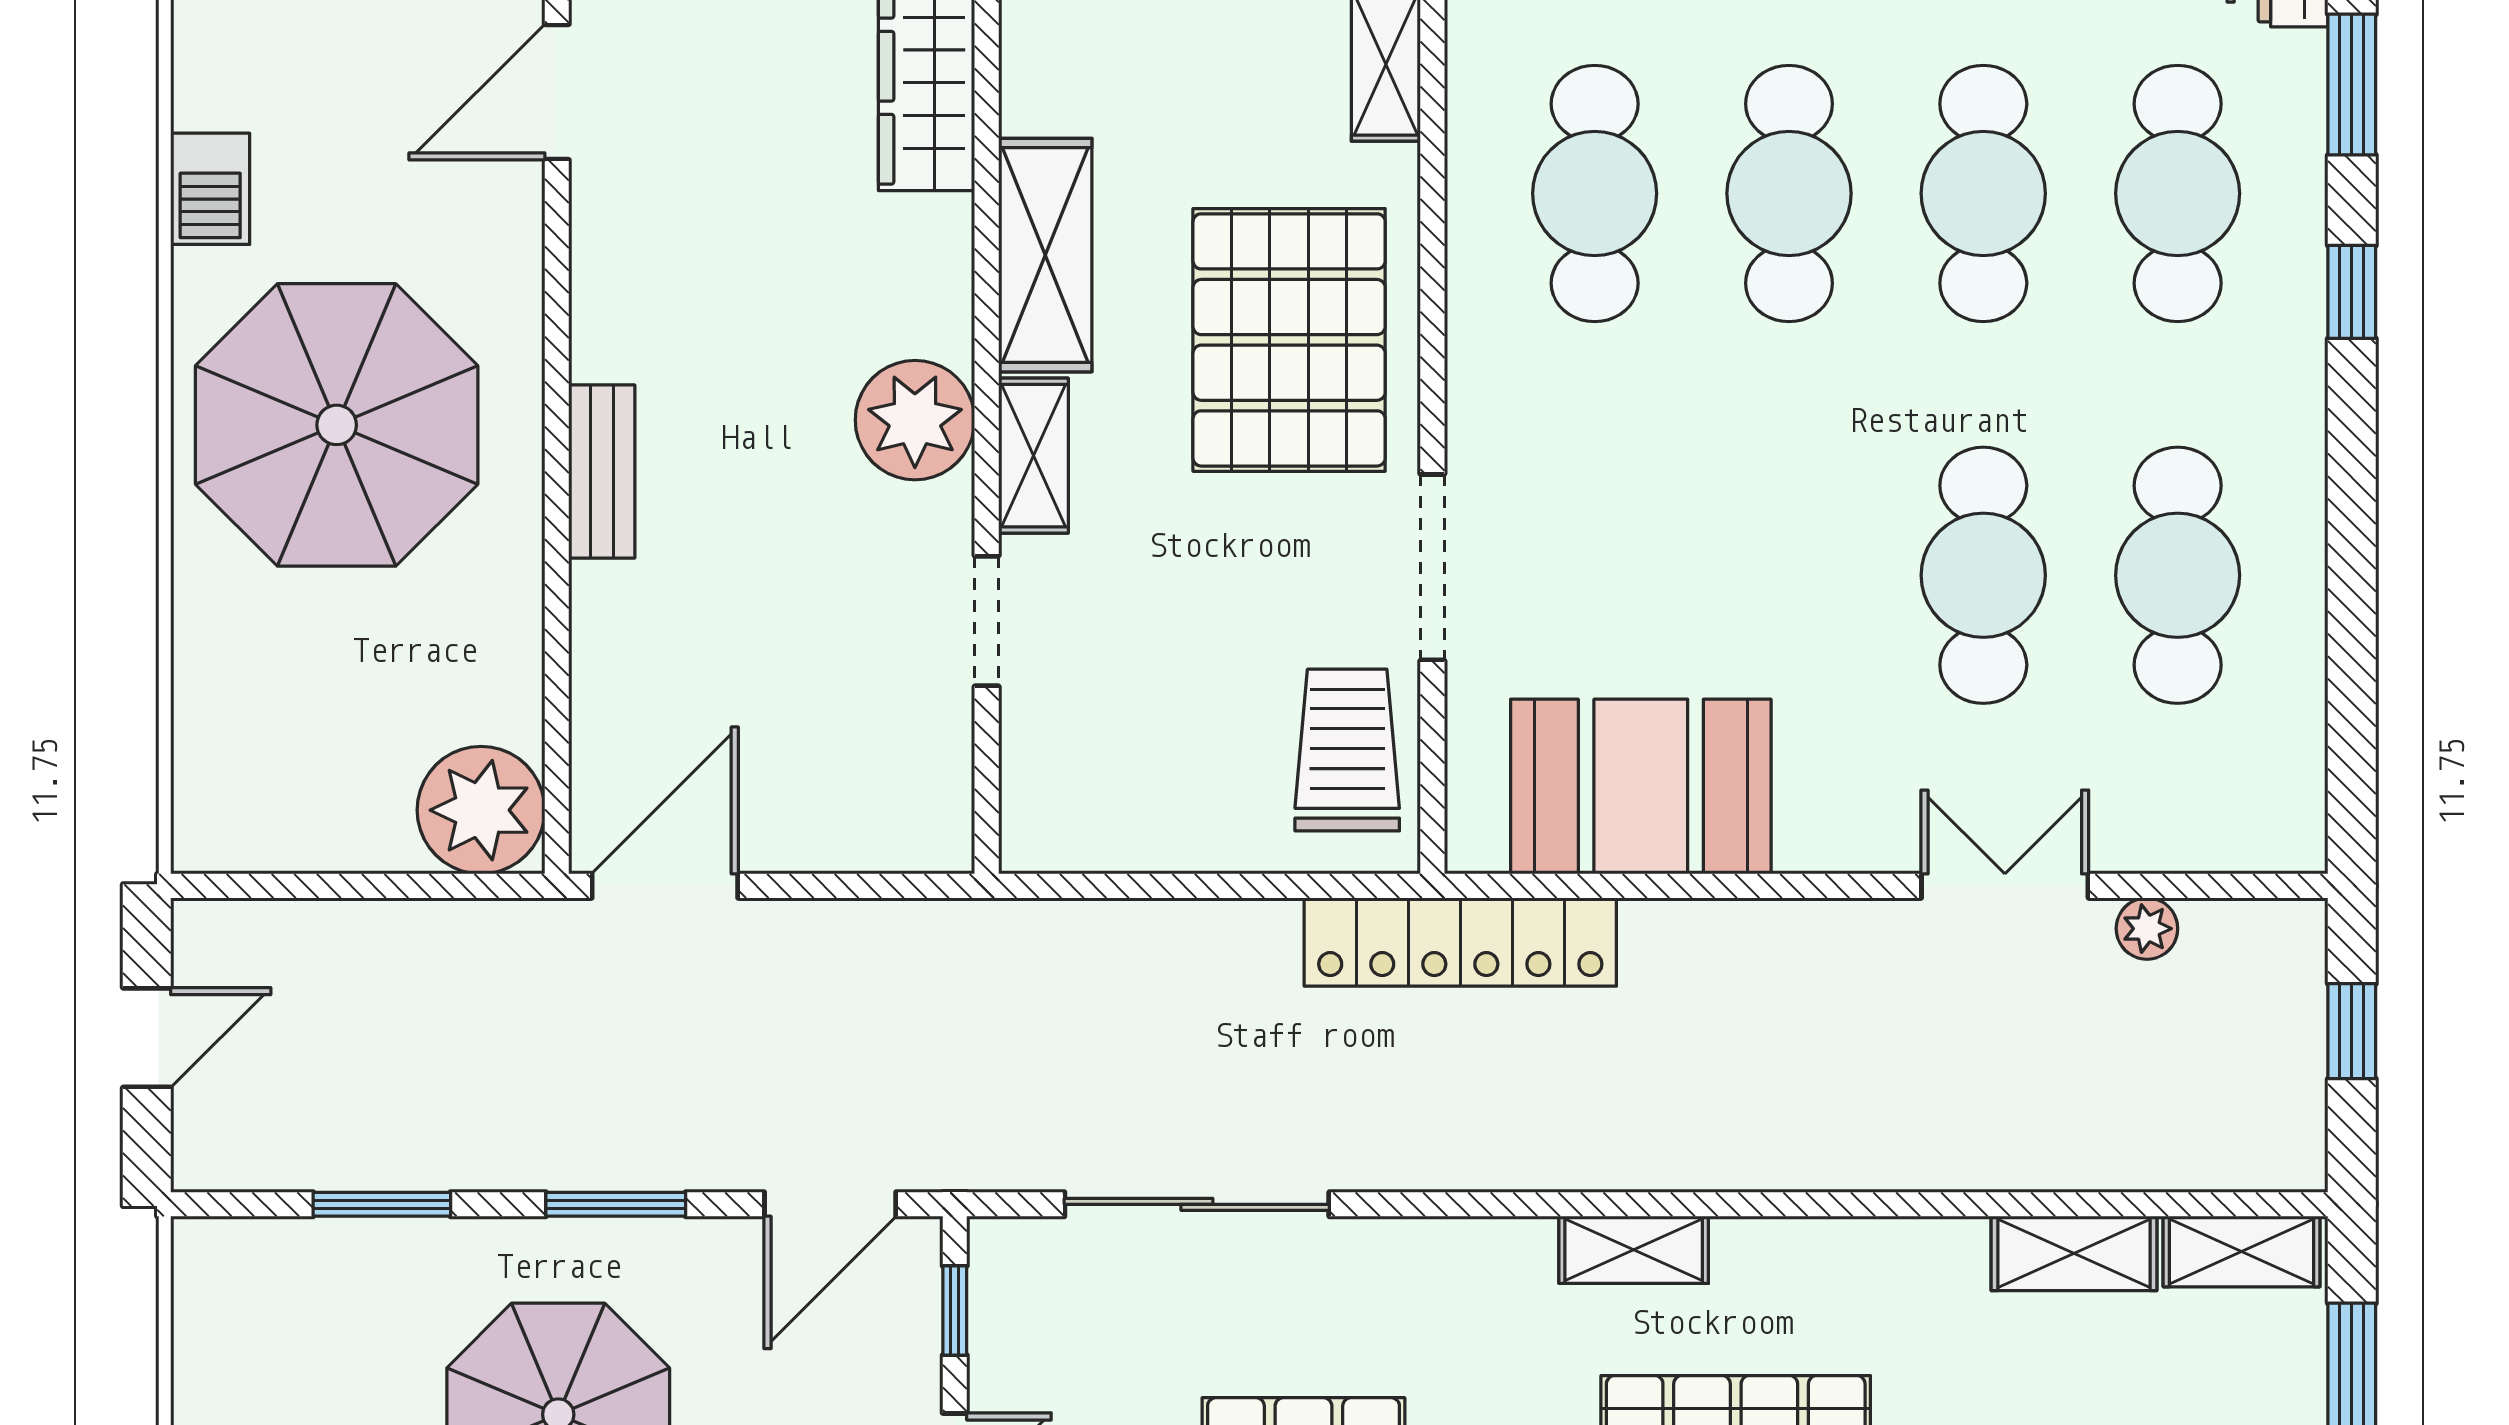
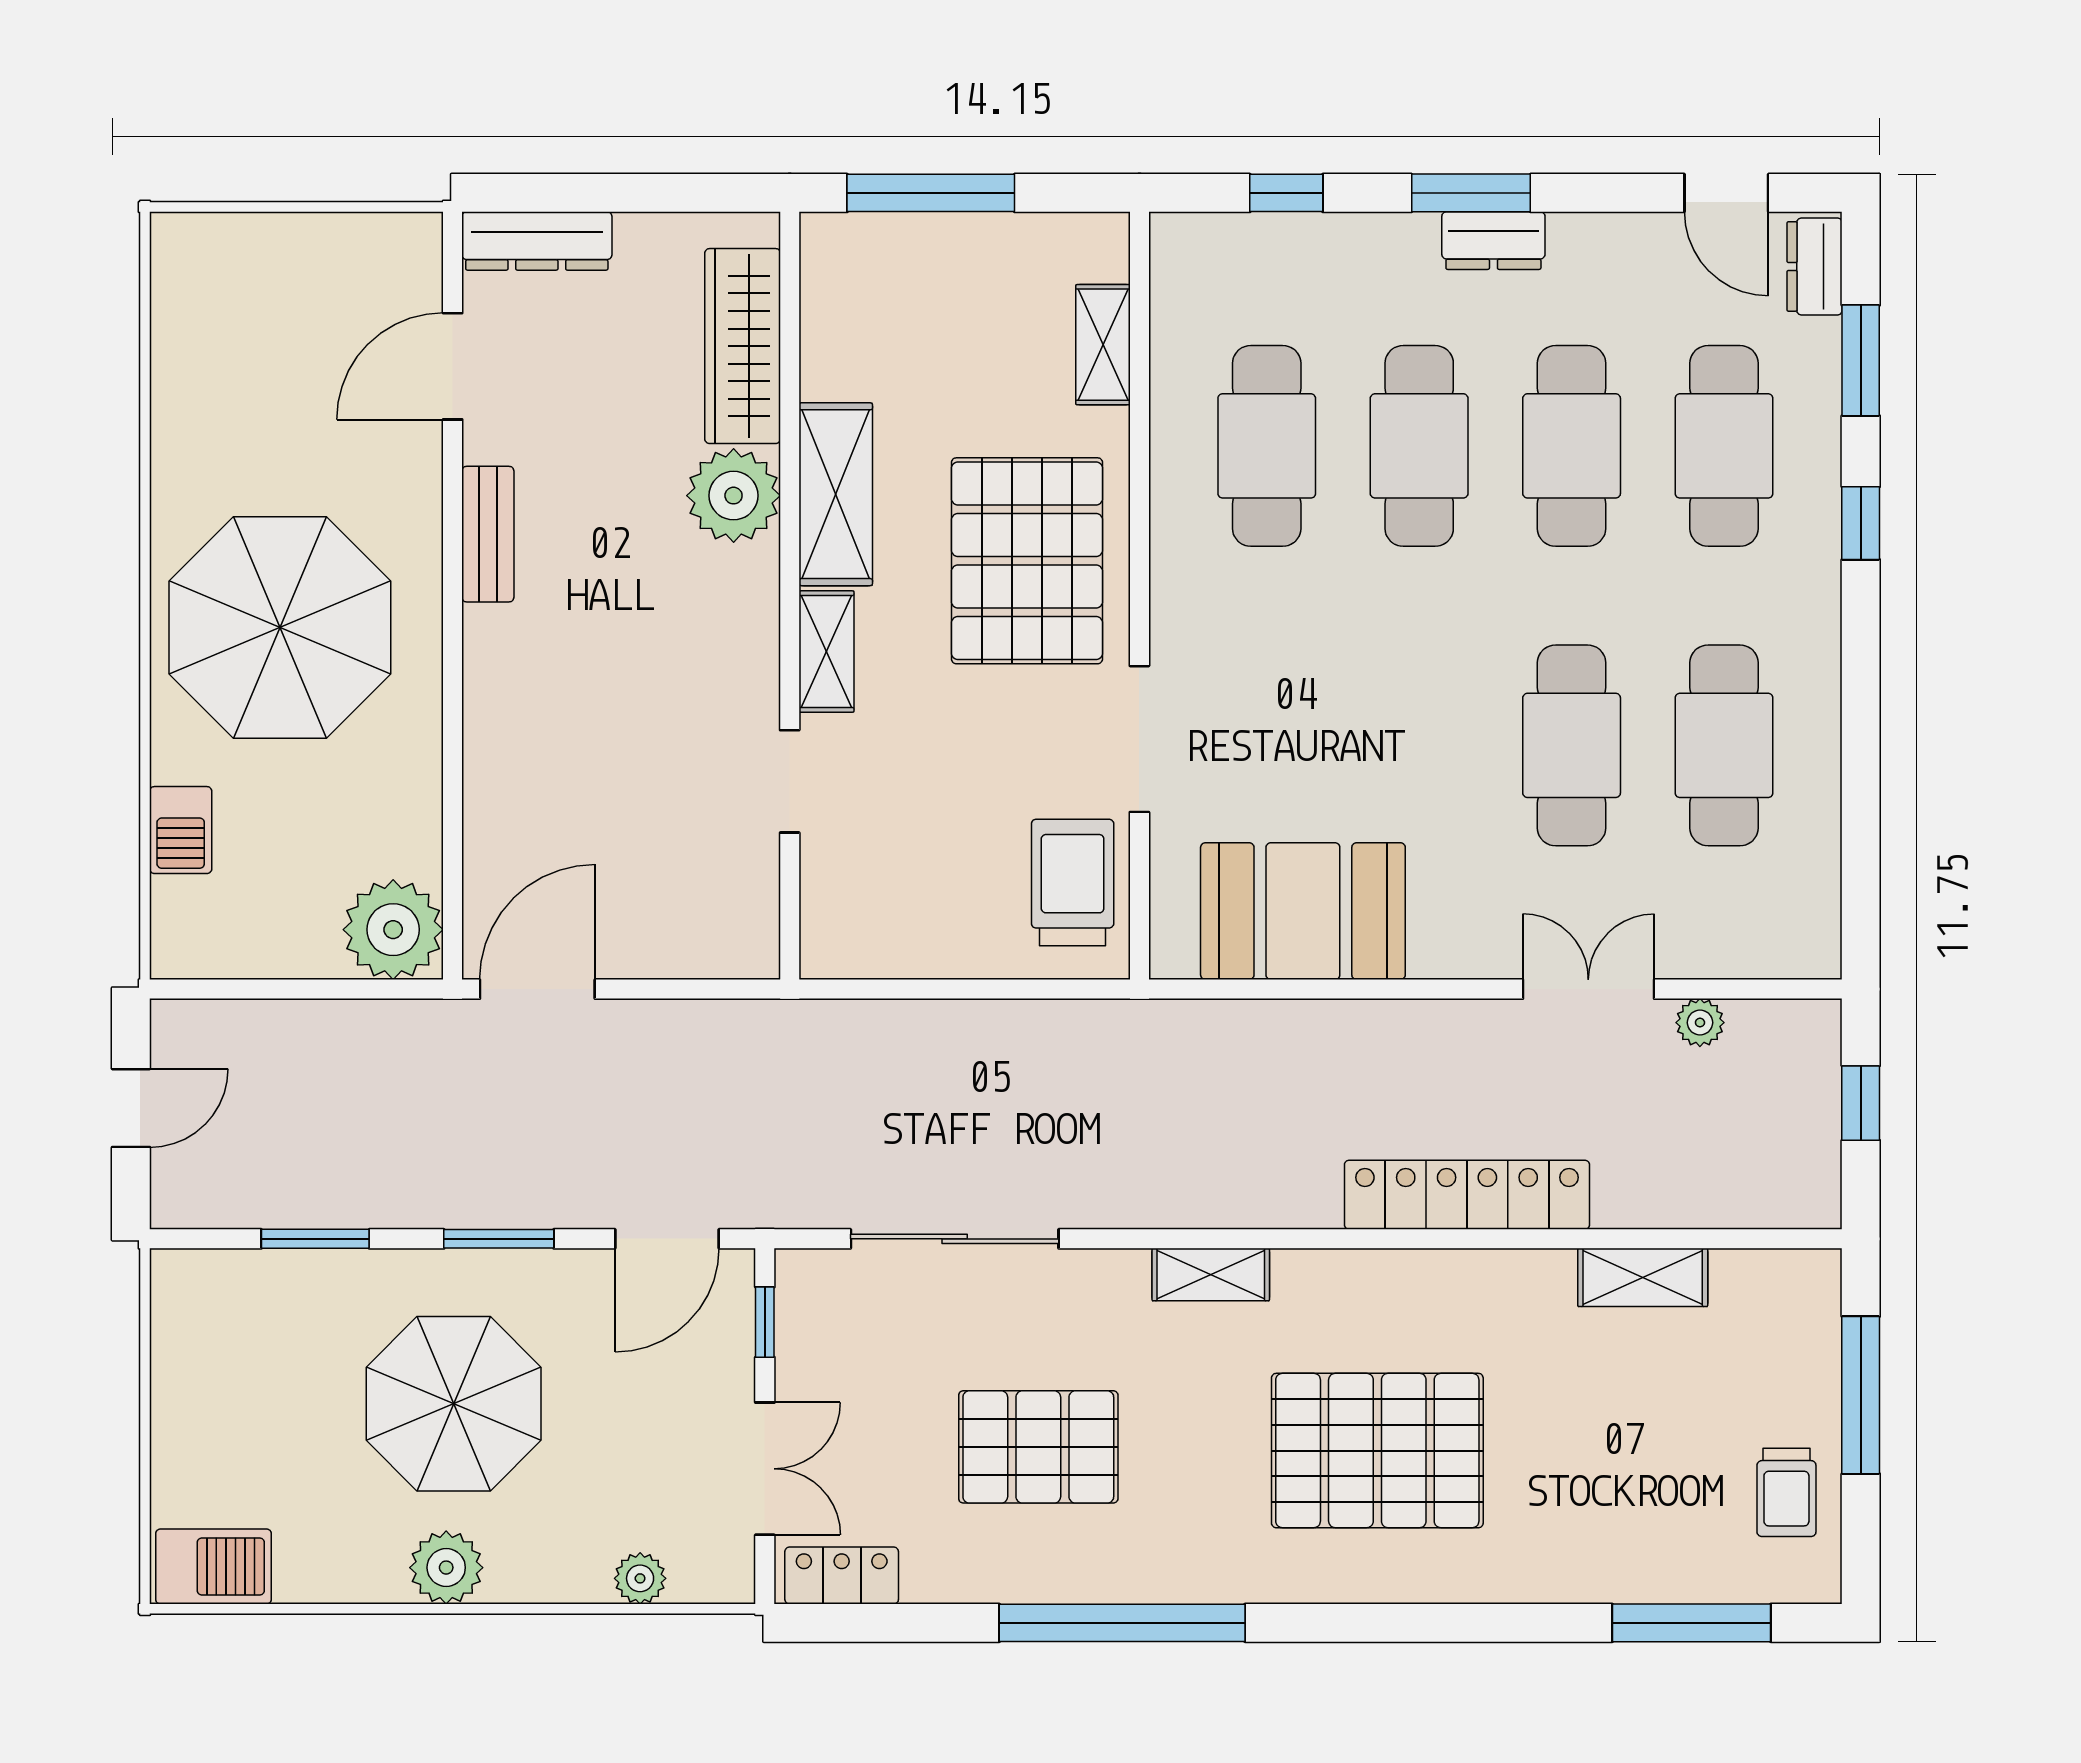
barbecue: (210, 189) -> (181, 830), moved
plant: (915, 420) -> (734, 496), moved
bench: (602, 471) -> (488, 534), moved
locker: (1460, 942) -> (1467, 1195), moved, turned 180
shelving: (1634, 1250) -> (1211, 1275), moved
shelving: (2242, 1252) -> (1774, 1276), removed

